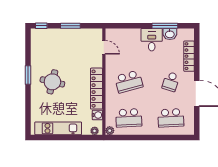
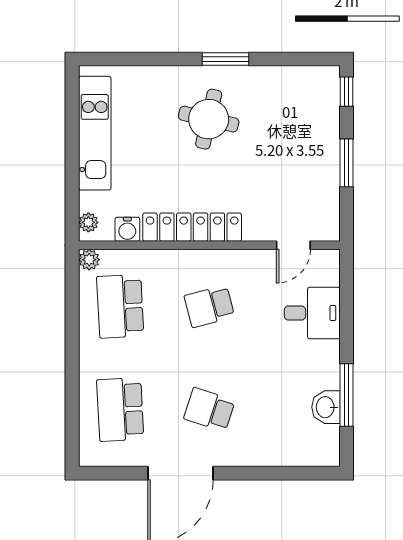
desk: (152, 40) -> (312, 313), moved
locker: (189, 56) -> (272, 454), removed
school desk: (129, 82) -> (209, 306), width x0.54

